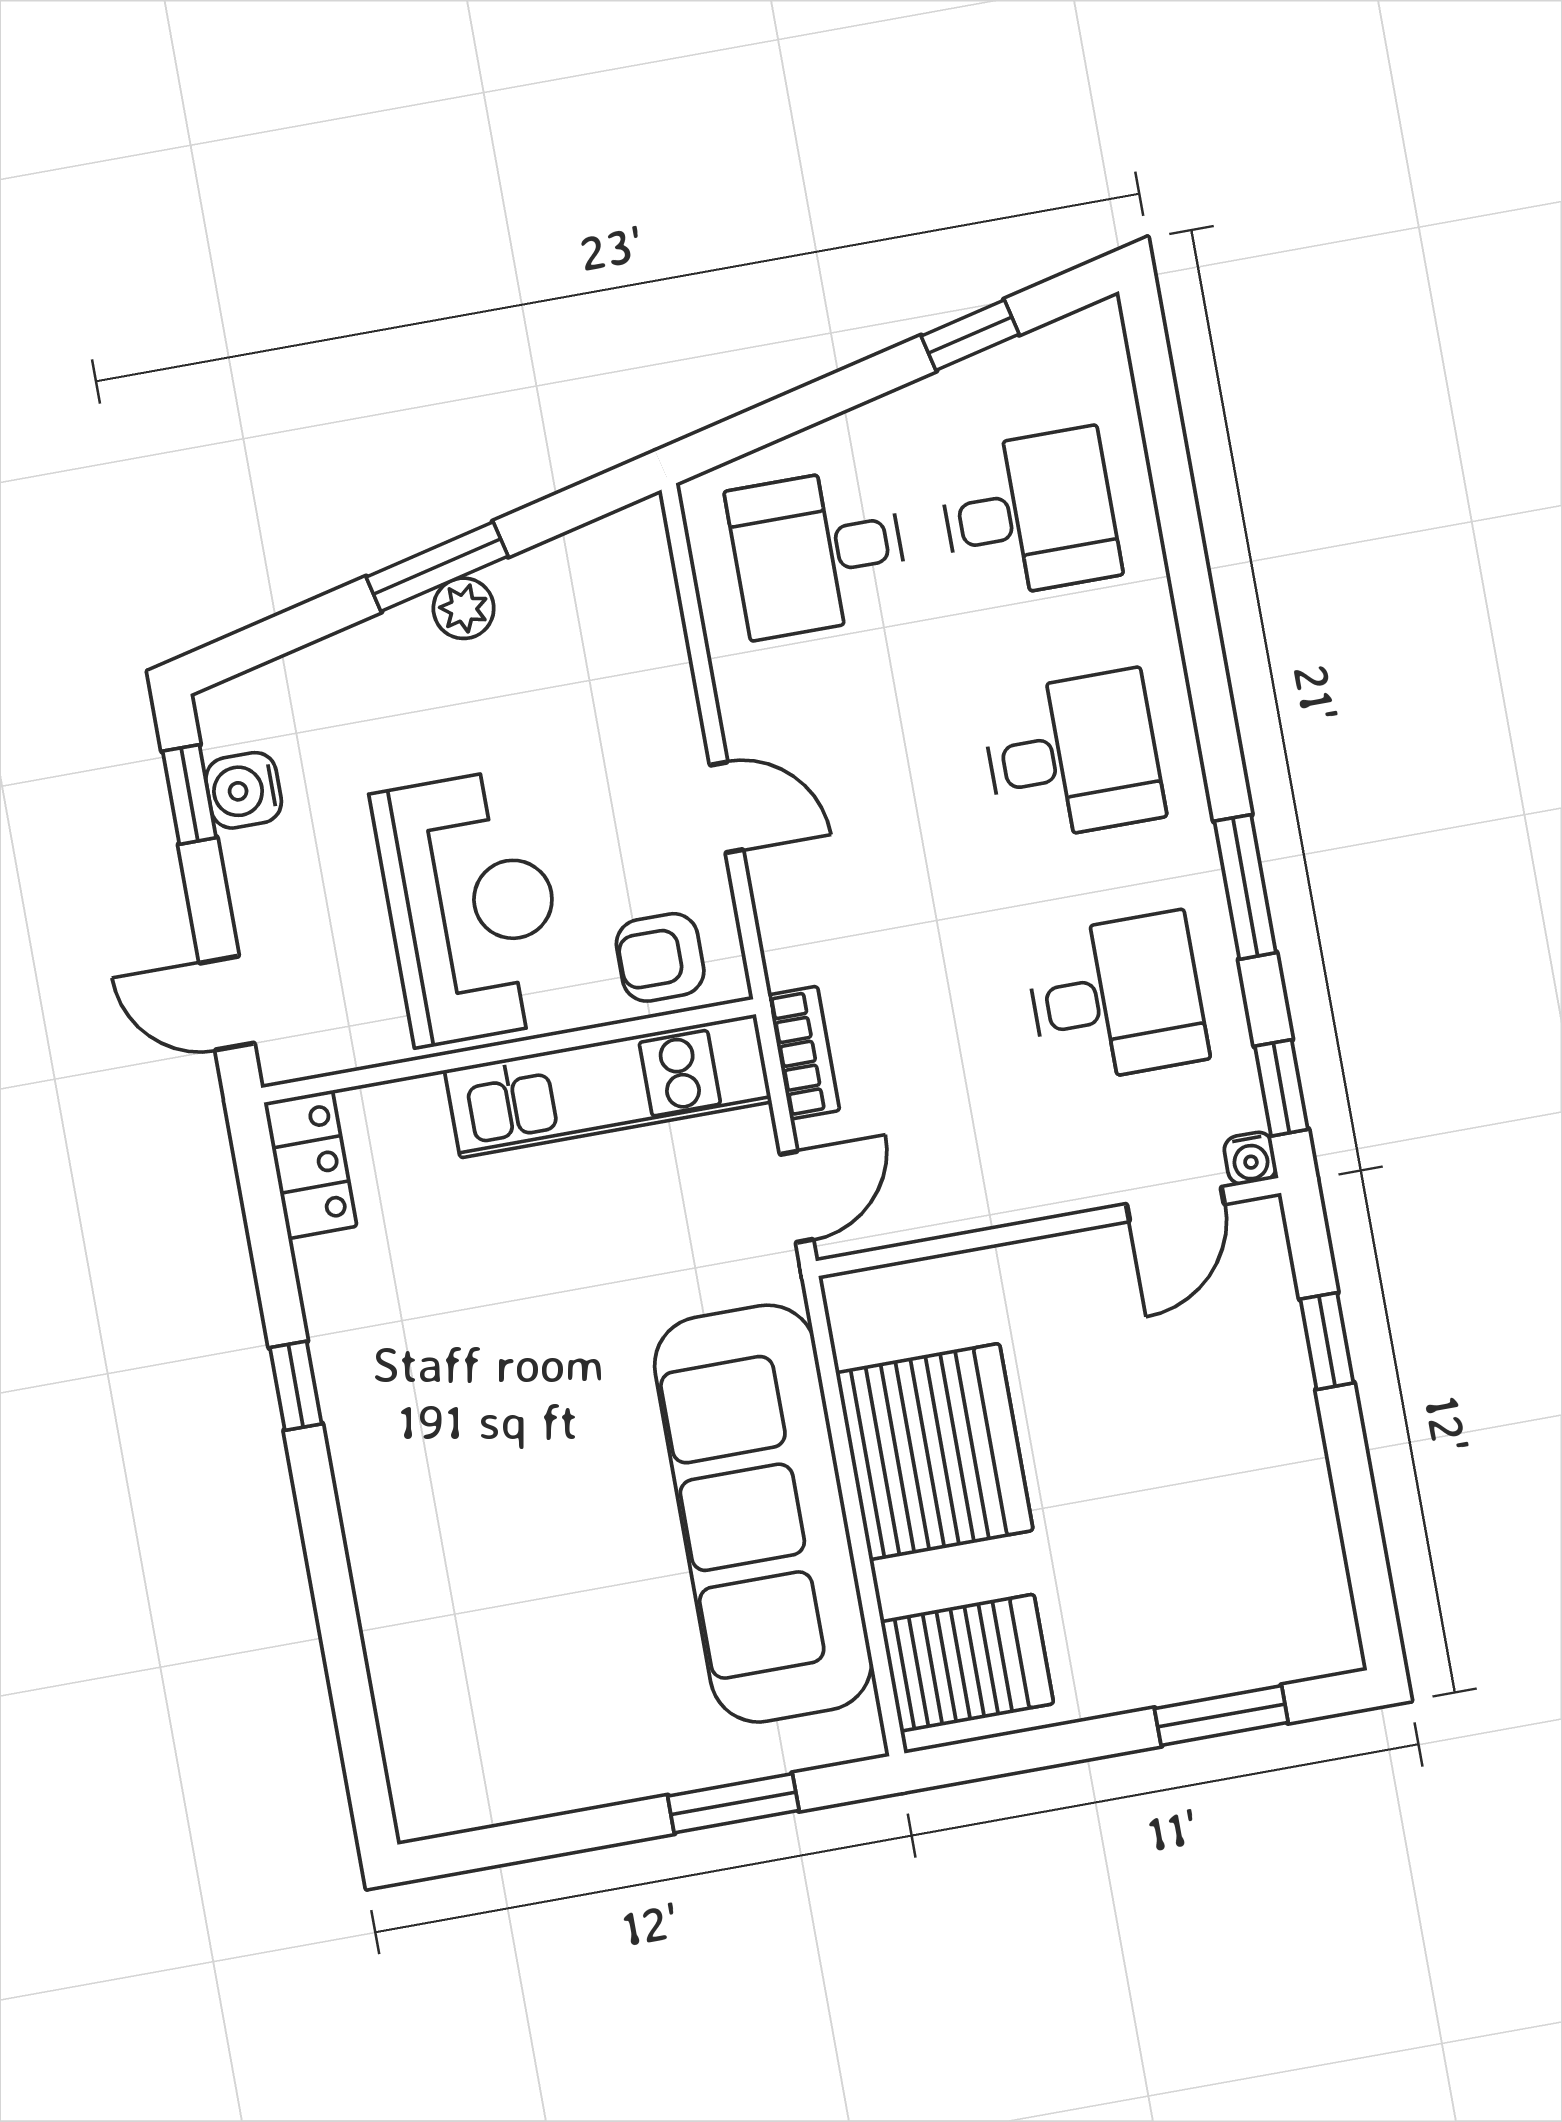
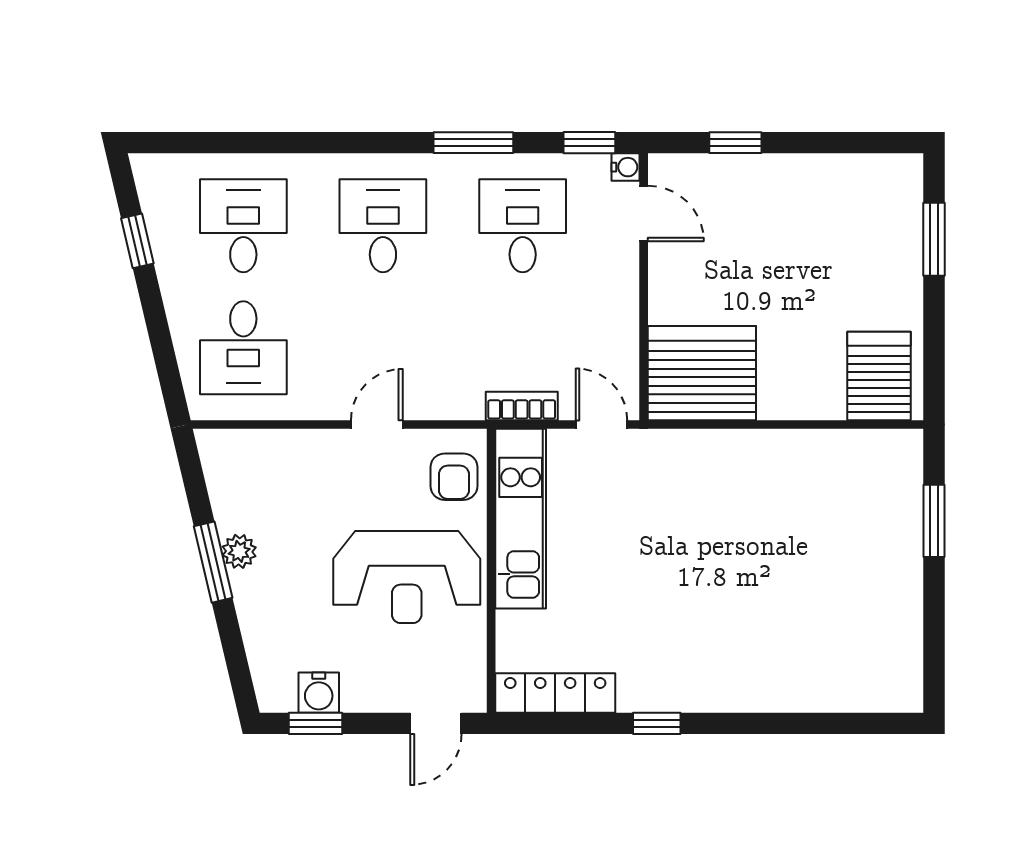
reception desk: (471, 907) -> (407, 577), turned 180
locker: (310, 1164) -> (555, 693), width x1.53
server rack: (934, 1452) -> (702, 373), moved
sofa: (763, 1514) -> (775, 475), removed

